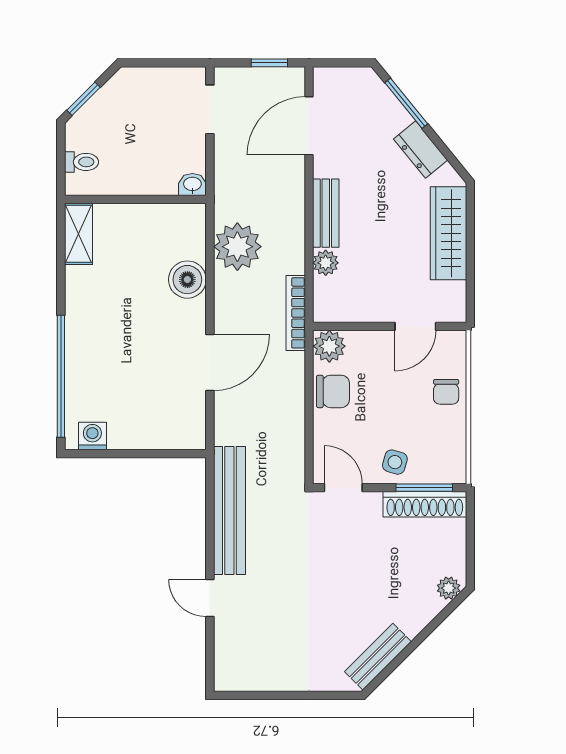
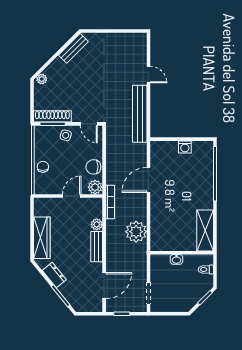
washbasin: (192, 185) -> (176, 259), moved
shelving: (79, 234) -> (205, 230), width x1.50, depth x1.33
boiler: (187, 280) -> (159, 217), removed
door: (415, 326) -> (72, 196), moved
washing machine: (92, 436) -> (185, 147), moved

